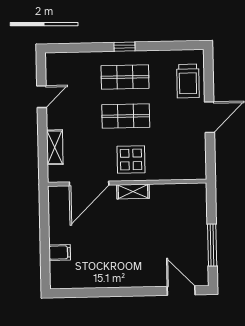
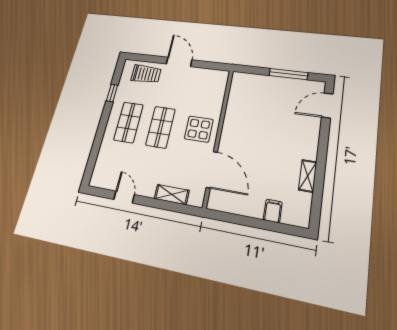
window: (124, 47) -> (112, 93), moved
shelving: (133, 191) -> (308, 176), moved

